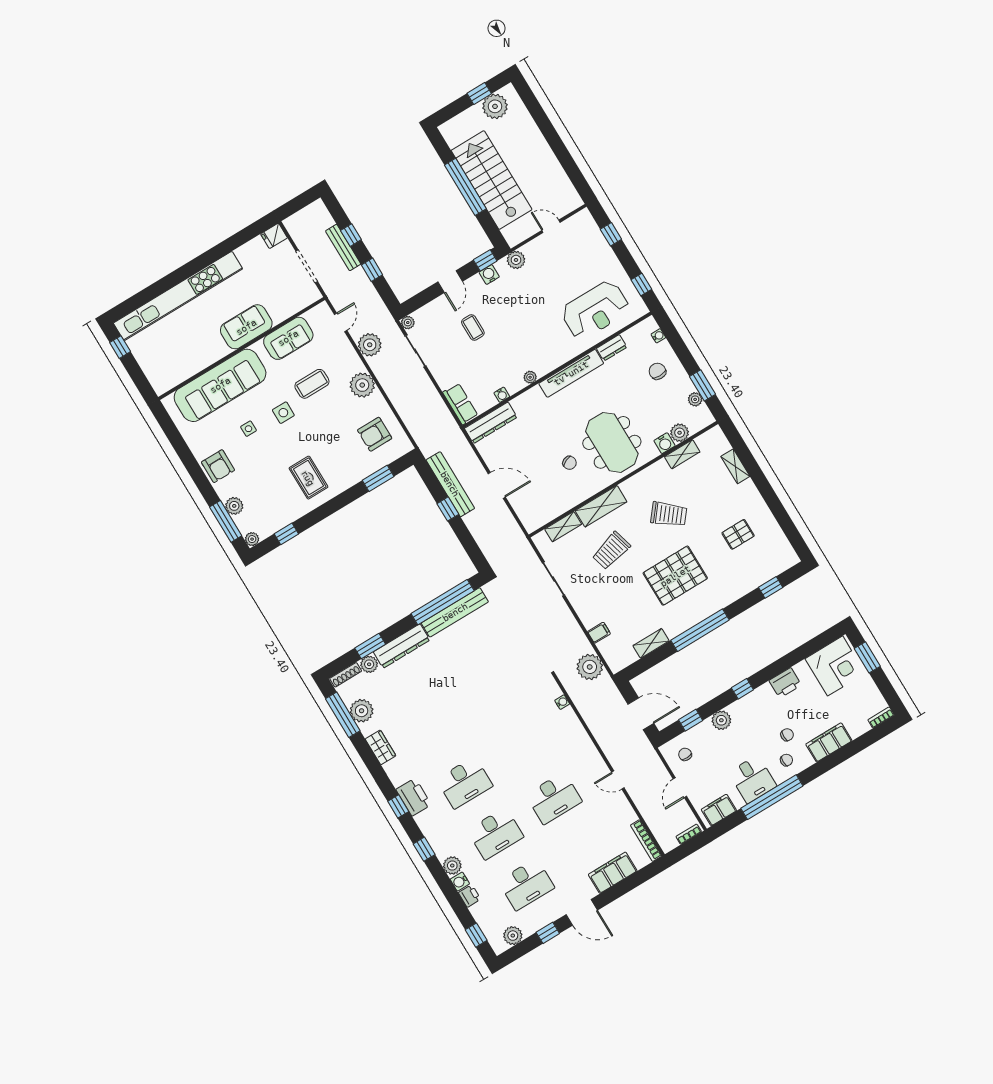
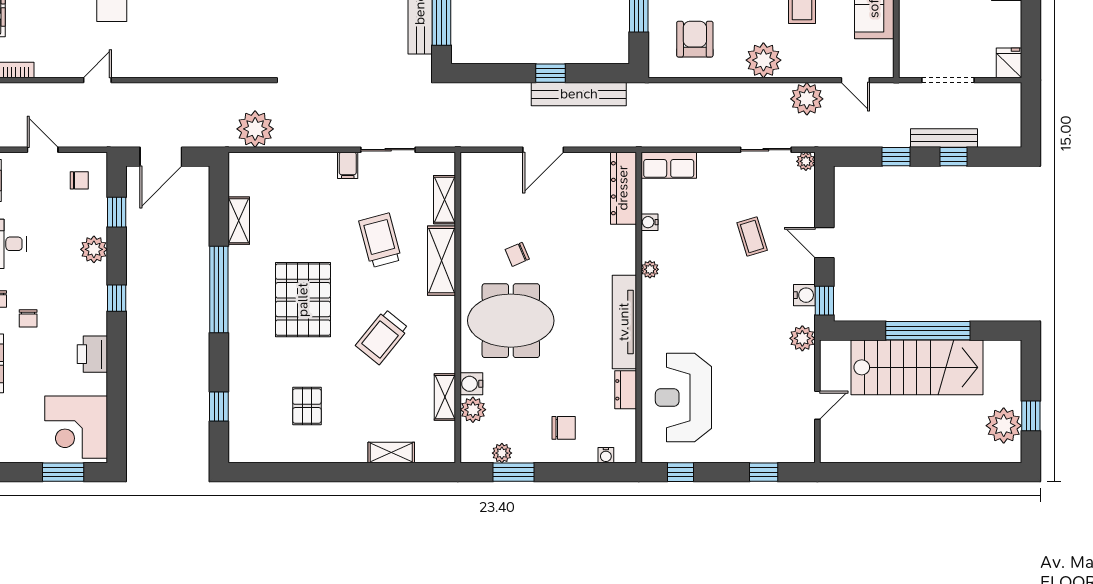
coffee table: (473, 327) -> (752, 237), turned 73
filing cabinet: (599, 633) -> (348, 165), moved
water cooler: (562, 702) -> (233, 70), removed

